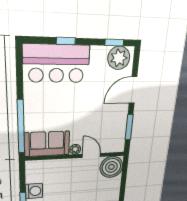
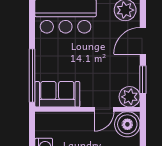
plant: (75, 149) -> (130, 97), moved, width x1.88, depth x1.88
door: (91, 155) -> (104, 109), swing flipped

